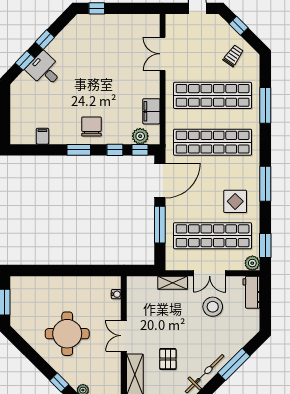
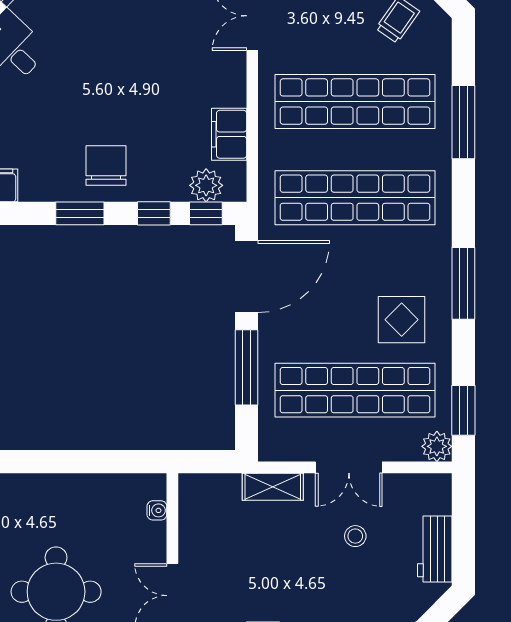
workbench: (251, 292) -> (435, 549), moved
stool: (213, 307) -> (355, 536), width x0.53, depth x0.53

